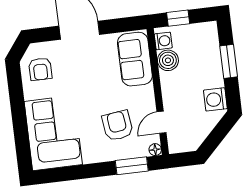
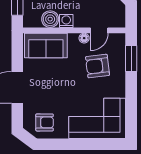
washing machine: (163, 41) -> (66, 21), moved
door: (162, 122) -> (99, 30), hinge flipped
floor lamp: (155, 150) -> (84, 38), moved

